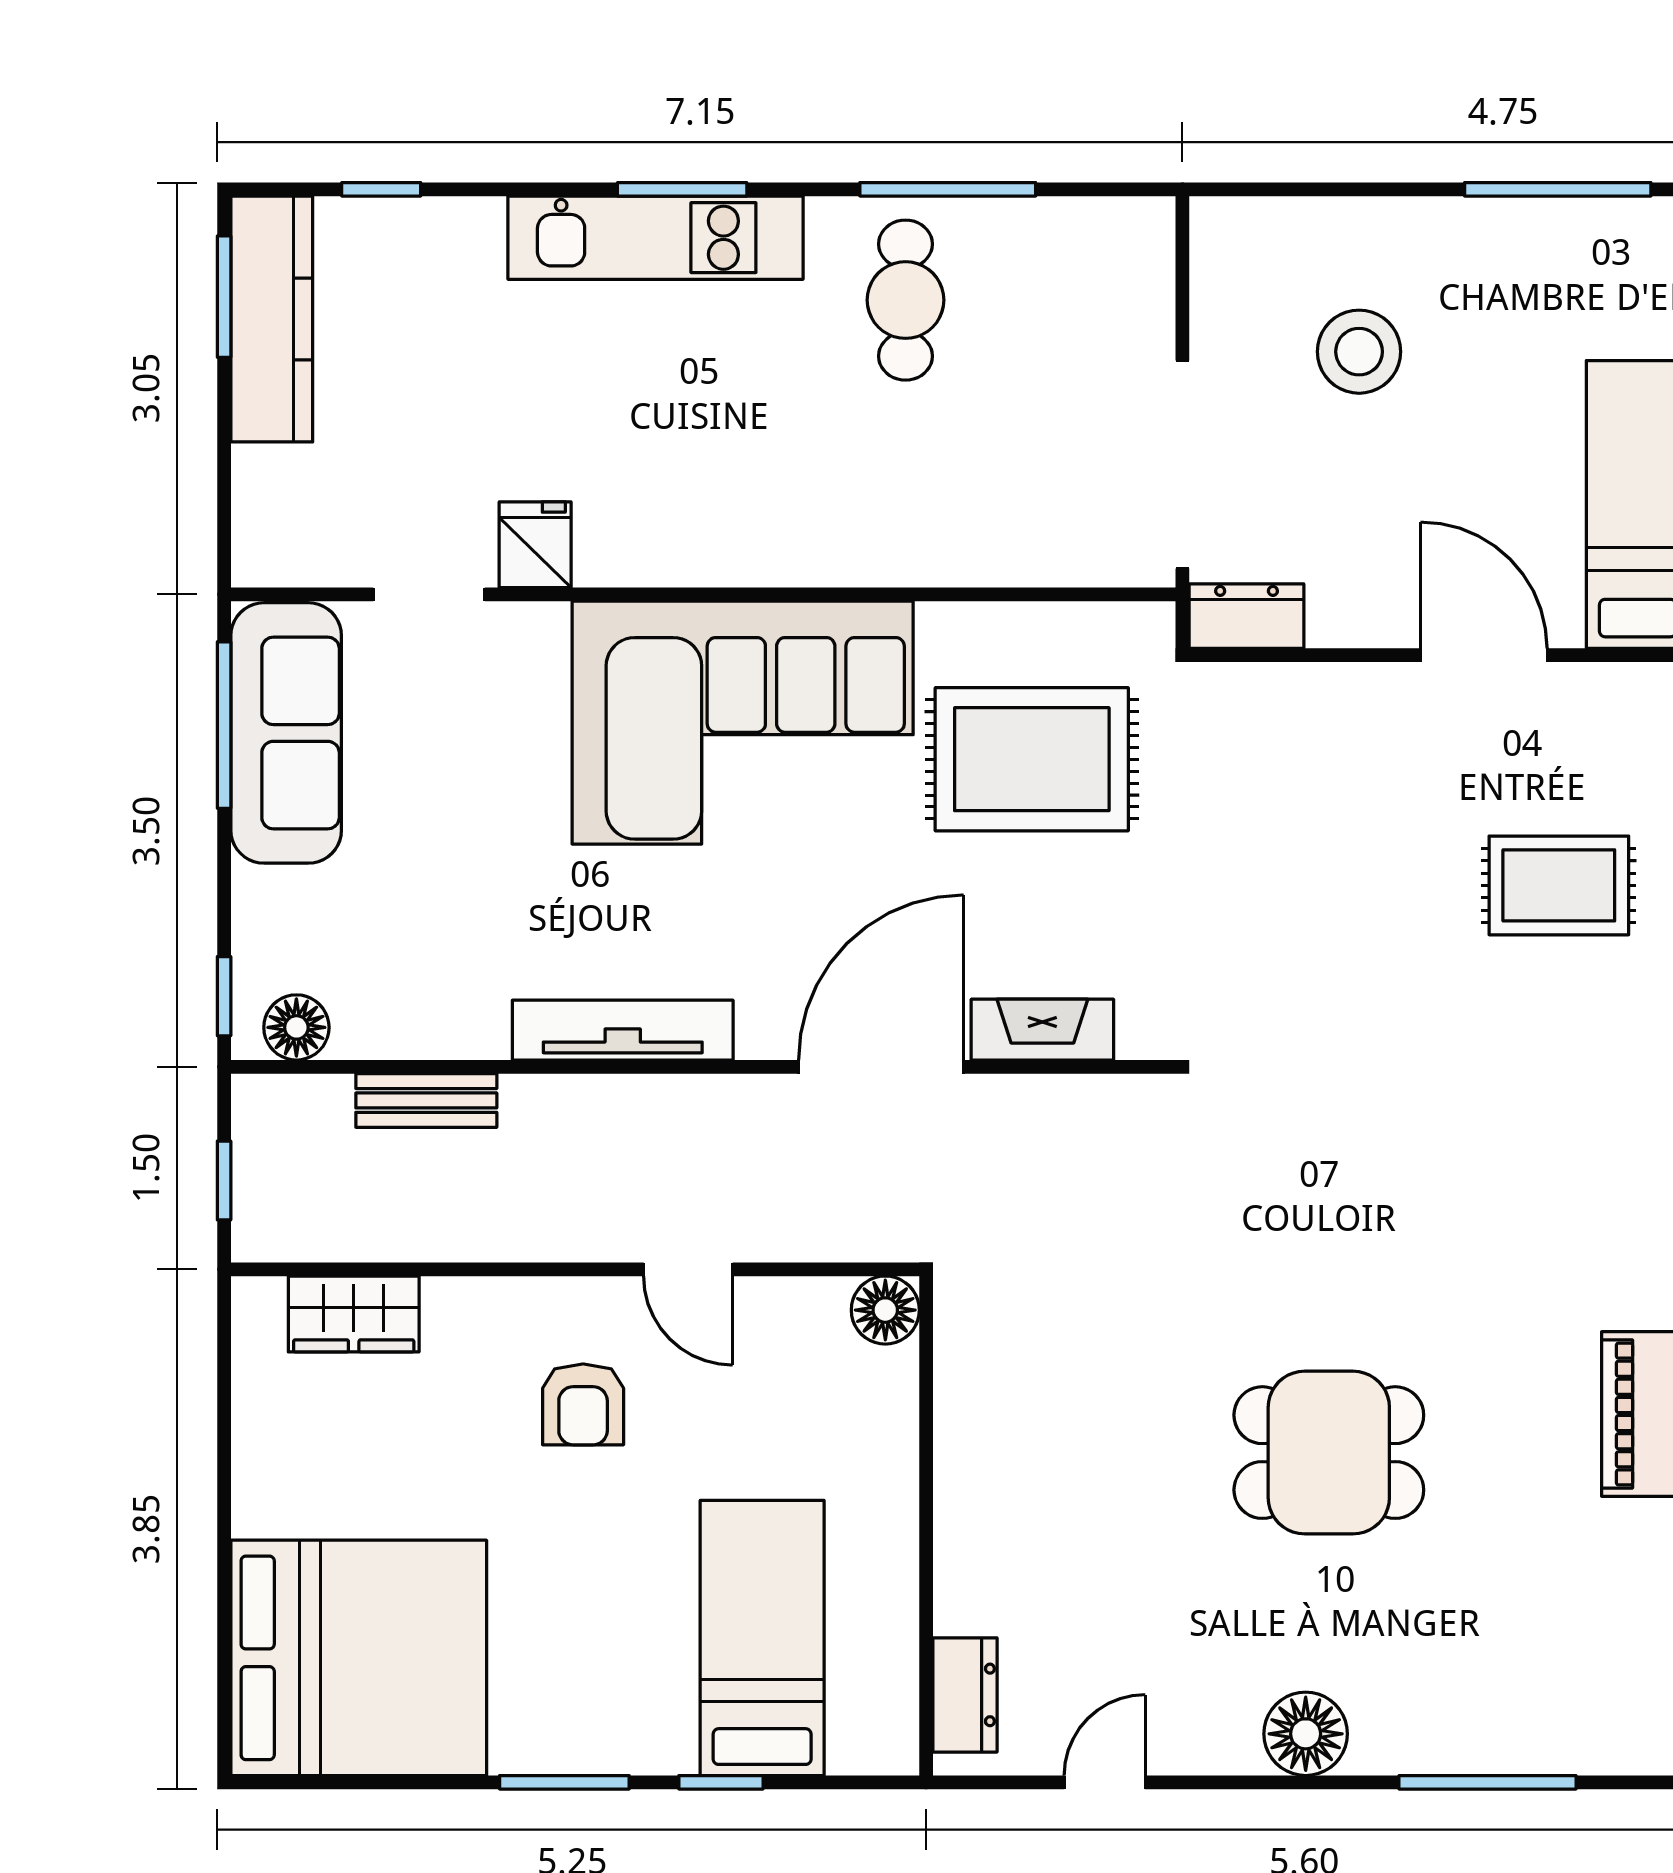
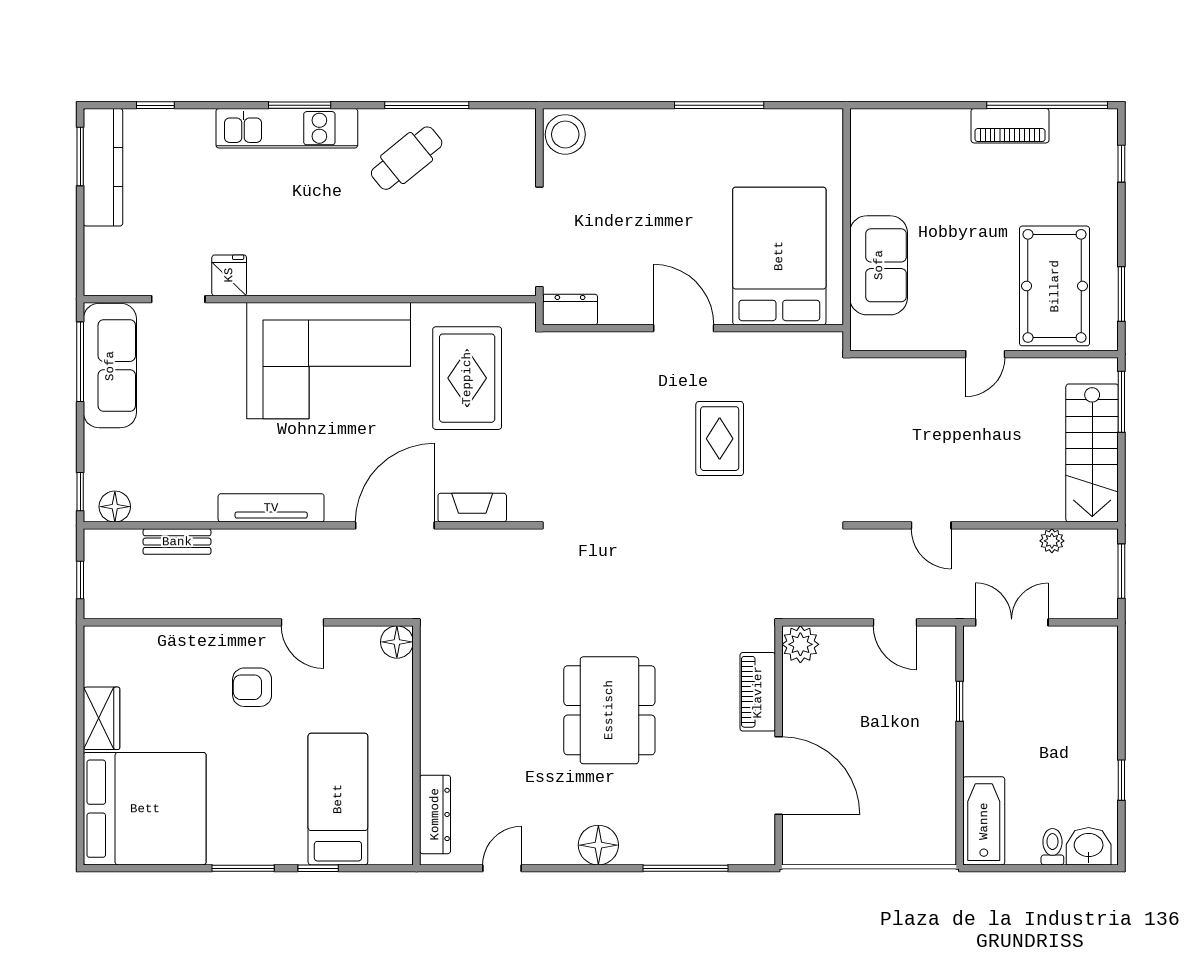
cafe table: (906, 300) -> (407, 158), turned 51
stool: (1359, 352) -> (565, 134), moved
rug: (1032, 759) -> (467, 378), turned 90
rug: (1559, 885) -> (720, 439), turned 90
wardrobe: (354, 1314) -> (102, 718), moved, turned -90
armchair: (583, 1404) -> (252, 687), turned 90
dining table: (1329, 1453) -> (609, 710), width x1.38
dresser: (965, 1695) -> (435, 814), width x1.44

